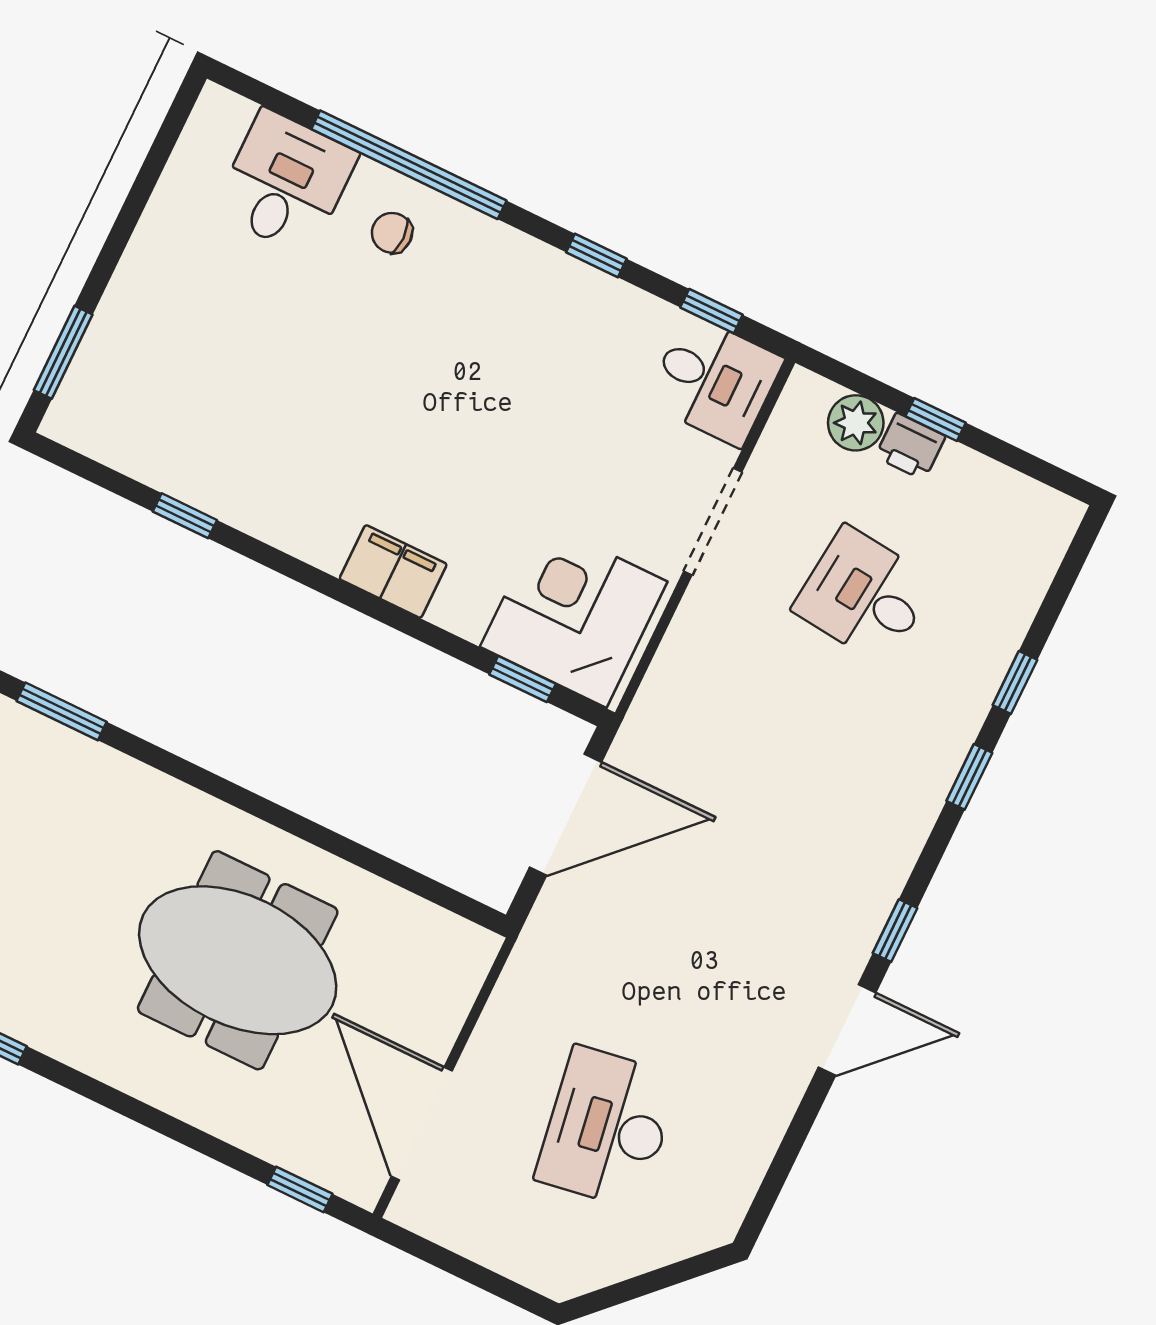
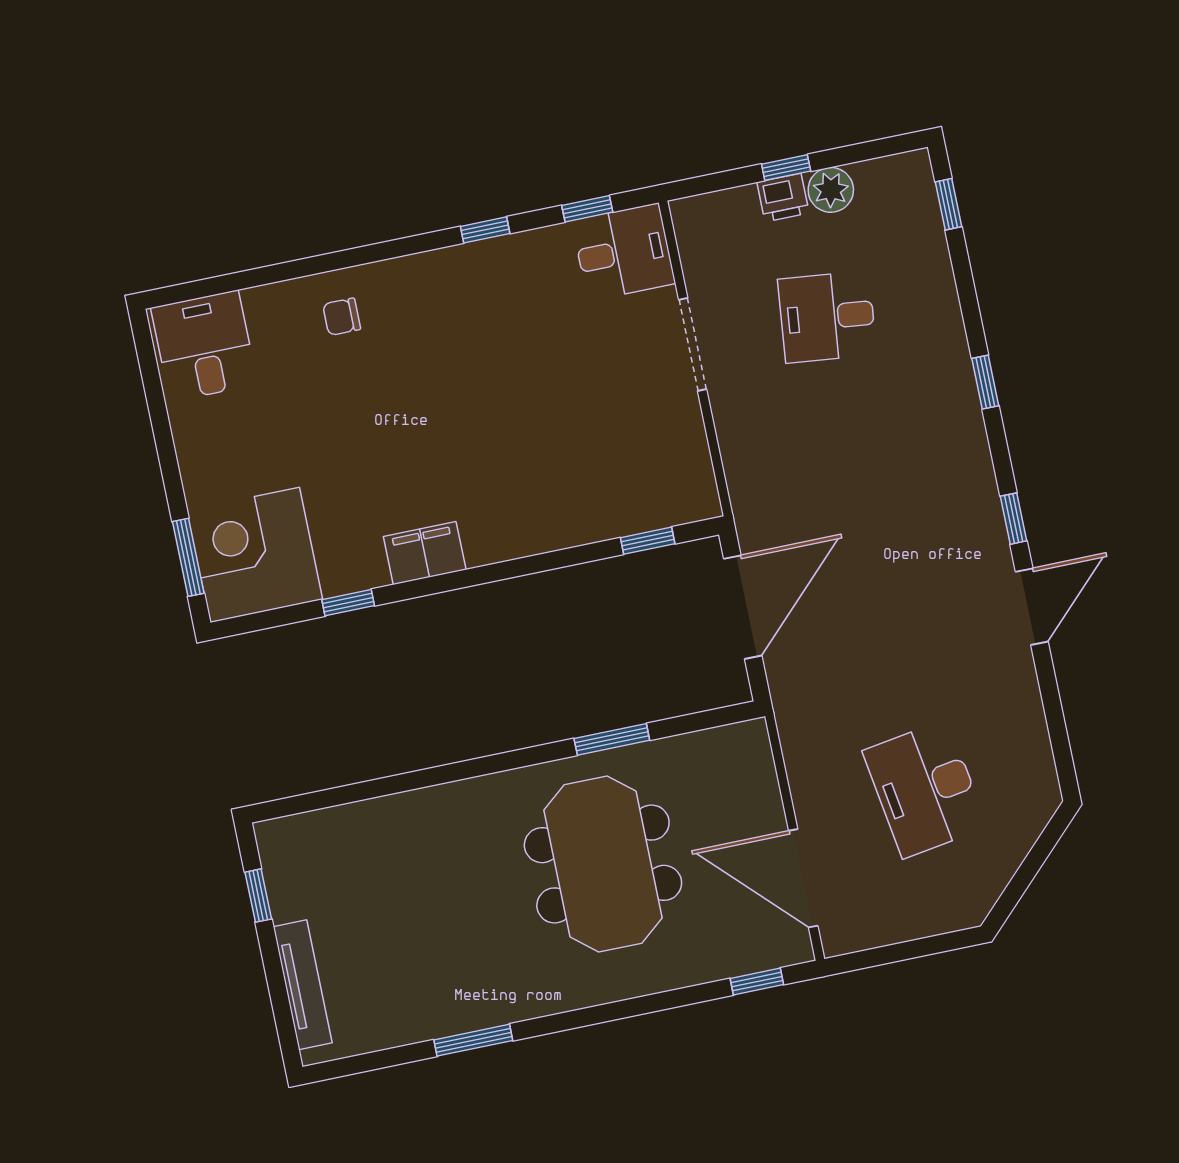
window: (409, 165) -> (319, 264), removed
desk: (286, 182) -> (204, 346), moved
plant: (856, 423) -> (831, 190), moved
filing cabinet: (393, 571) -> (425, 553), moved
corner desk: (574, 614) -> (255, 555), moved
window: (1015, 683) -> (948, 204), moved
window: (62, 711) -> (612, 739), moved
meeting table: (238, 960) -> (603, 864), turned 90

